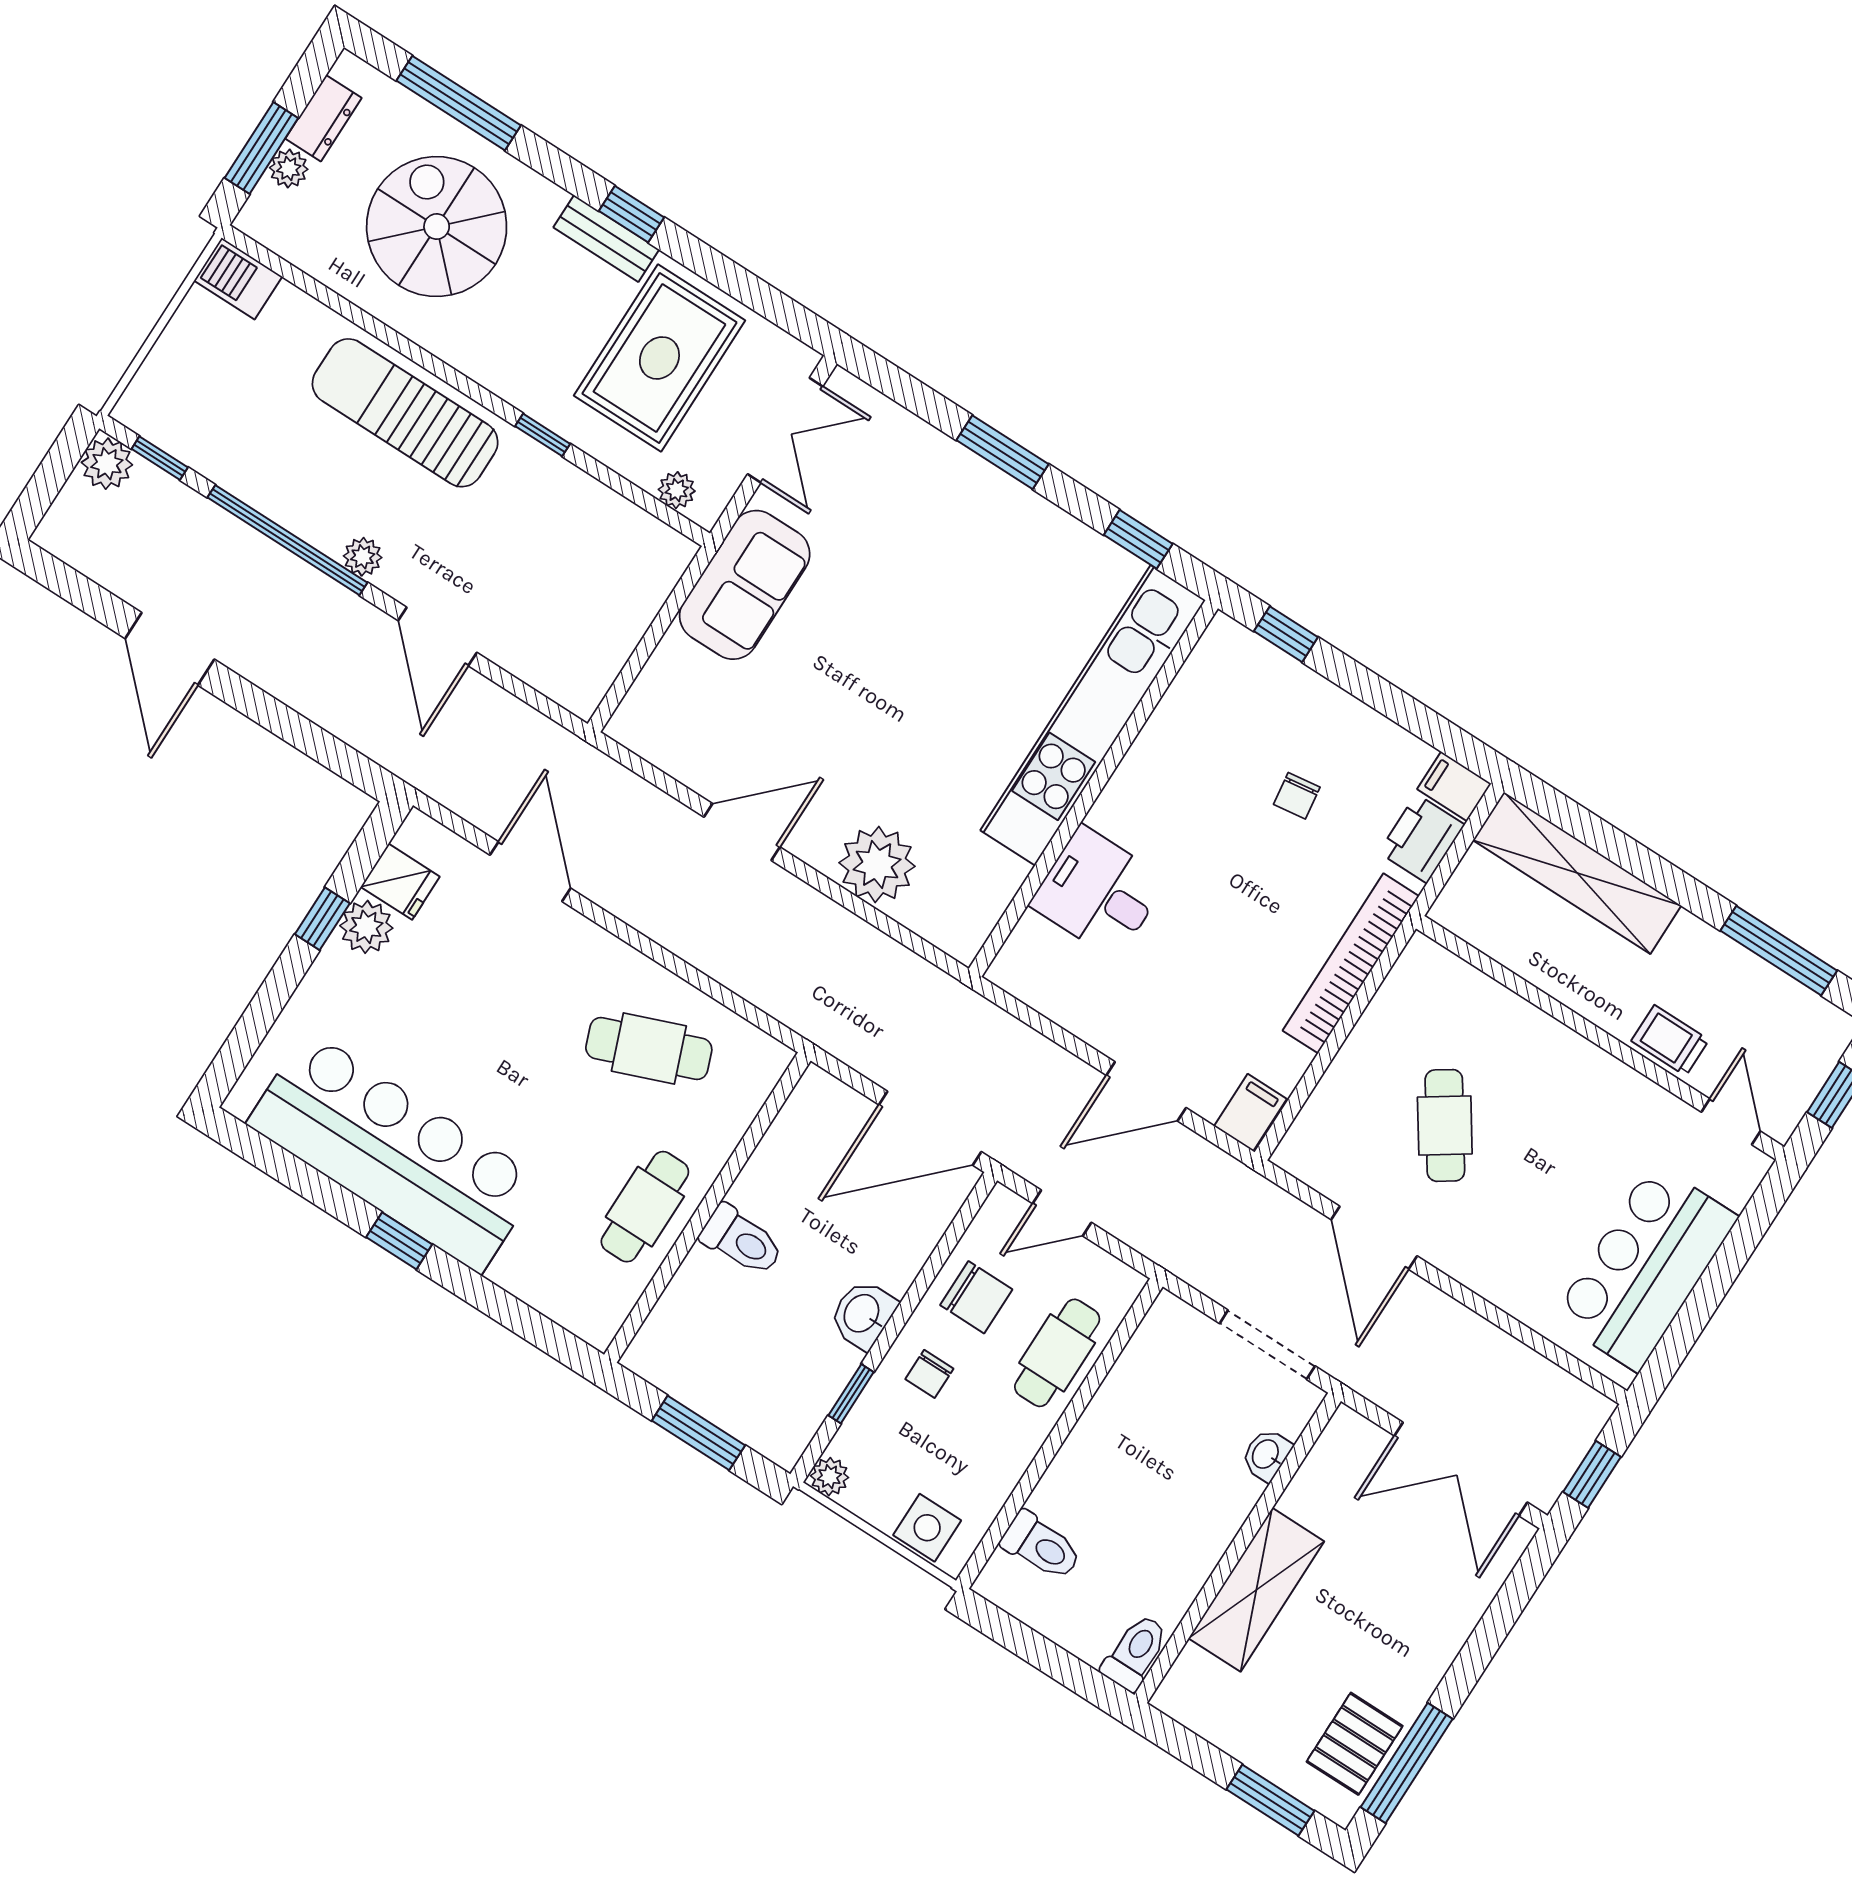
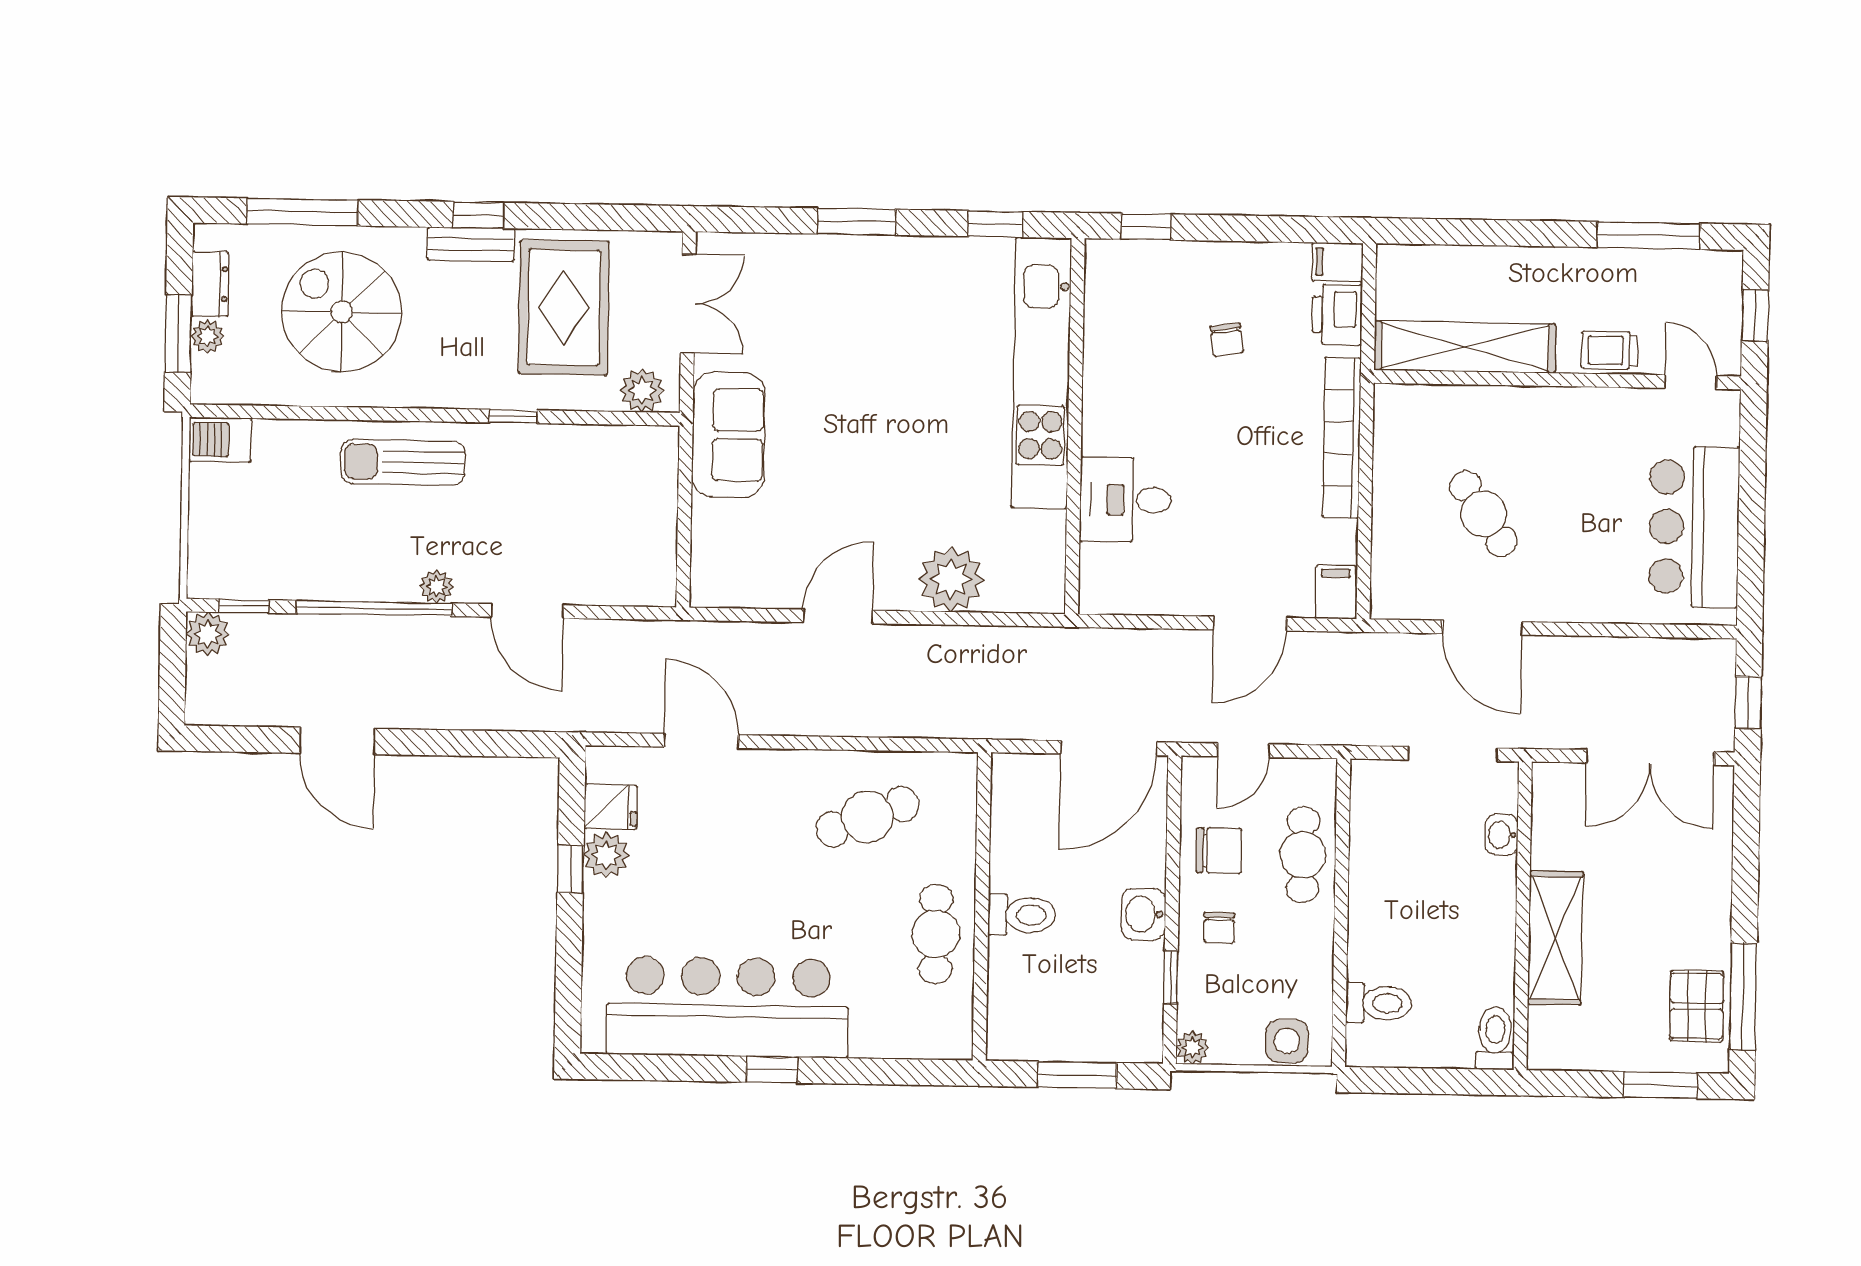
sun lounger: (405, 413) -> (403, 462), width x0.73, depth x0.75
plant: (677, 490) -> (642, 390), width x1.38, depth x1.38
shelving: (1577, 873) -> (1465, 347), moved

